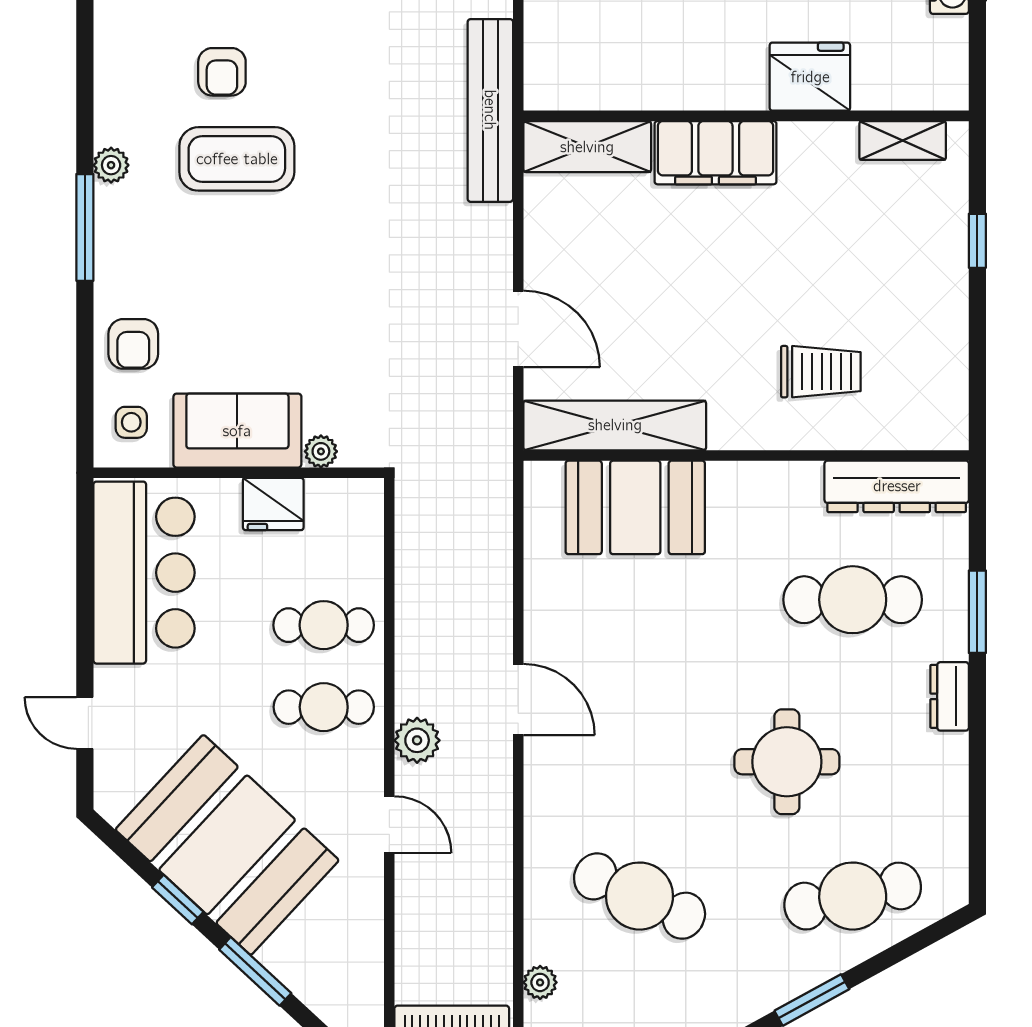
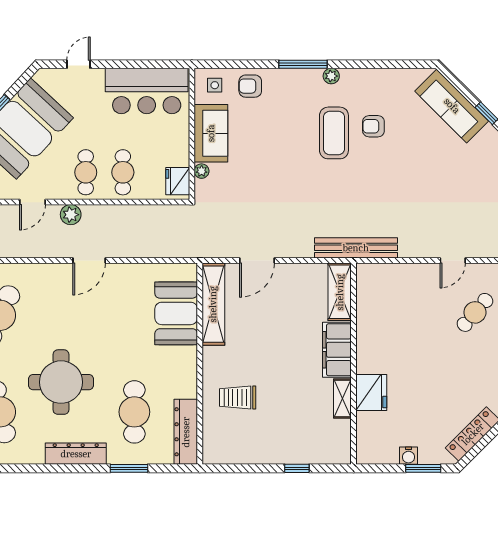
shelving: (903, 141) -> (342, 399), moved
trolley: (821, 372) -> (238, 397), turned 90
fridge: (273, 504) -> (178, 181), moved
dresser: (950, 696) -> (76, 454), width x1.96, depth x1.24
round table: (787, 762) -> (61, 382), width x1.36, depth x1.36

